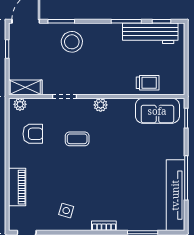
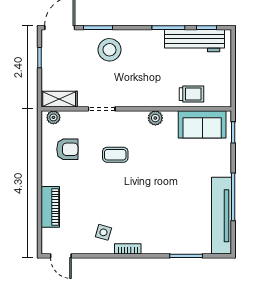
plant: (101, 105) -> (155, 118), moved
bookcase: (104, 226) -> (128, 249), moved

